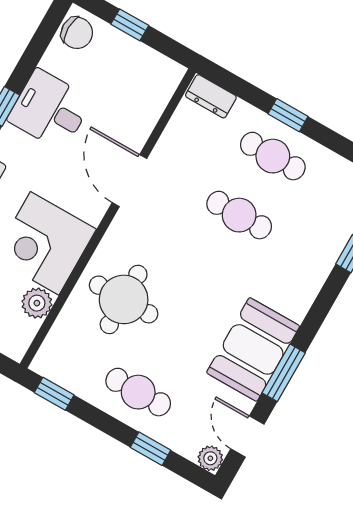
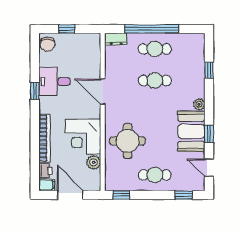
chair: (77, 33) -> (48, 44), turned 90
window: (288, 115) -> (152, 29), width x3.17
window: (284, 373) -> (209, 134), width x0.67
window: (150, 449) -> (184, 195), moved
plant: (210, 458) -> (199, 104), moved

